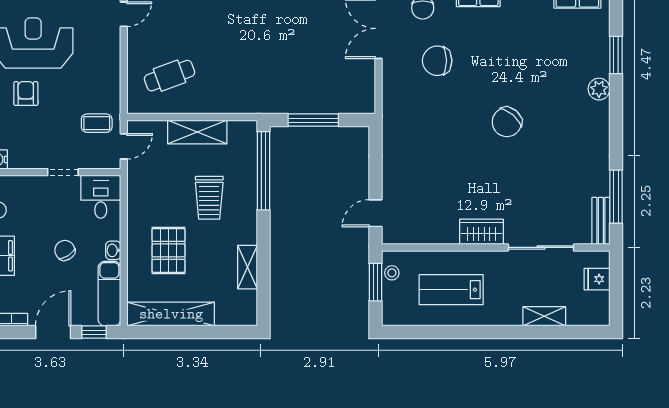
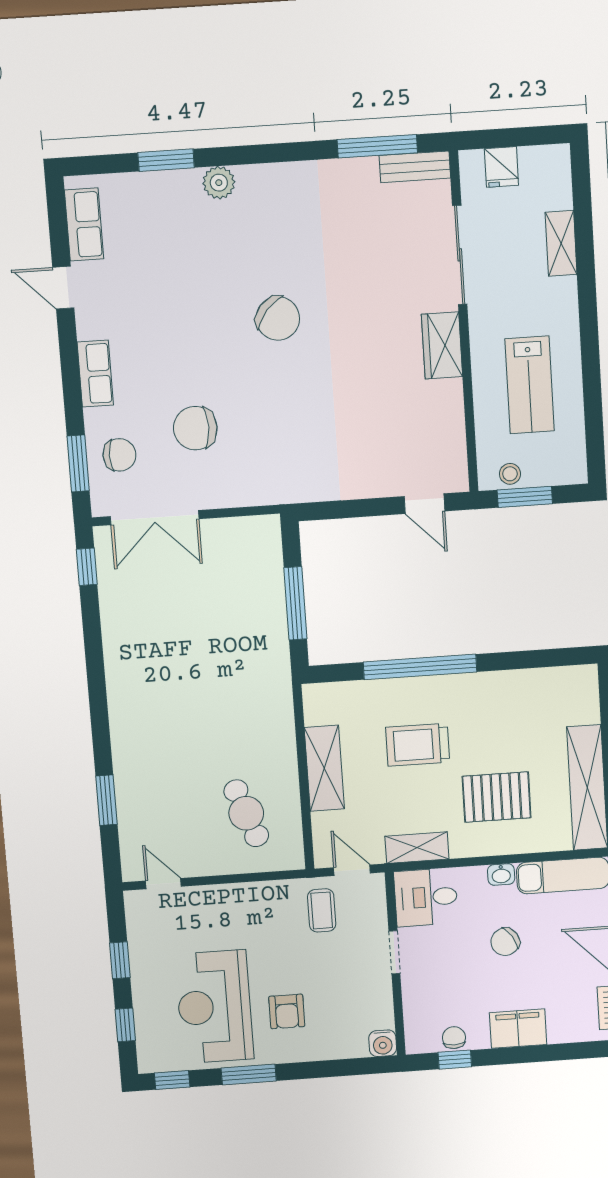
chair: (437, 61) -> (195, 428), turned 90
armchair: (26, 94) -> (287, 1011), turned -90
window: (263, 171) -> (420, 667), moved
trolley: (209, 198) -> (418, 745), turned 180
shelving: (247, 267) -> (417, 848), moved

